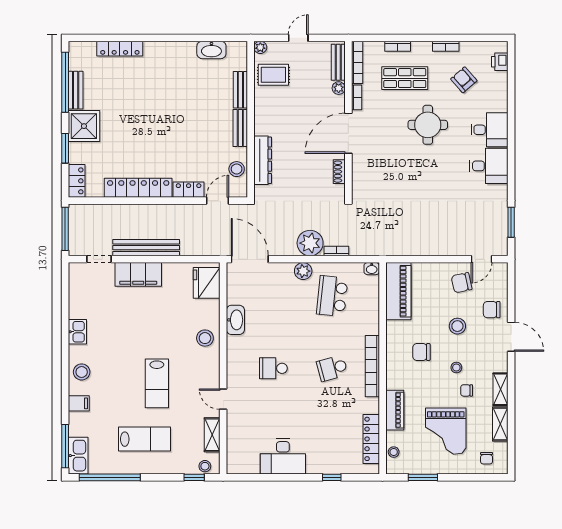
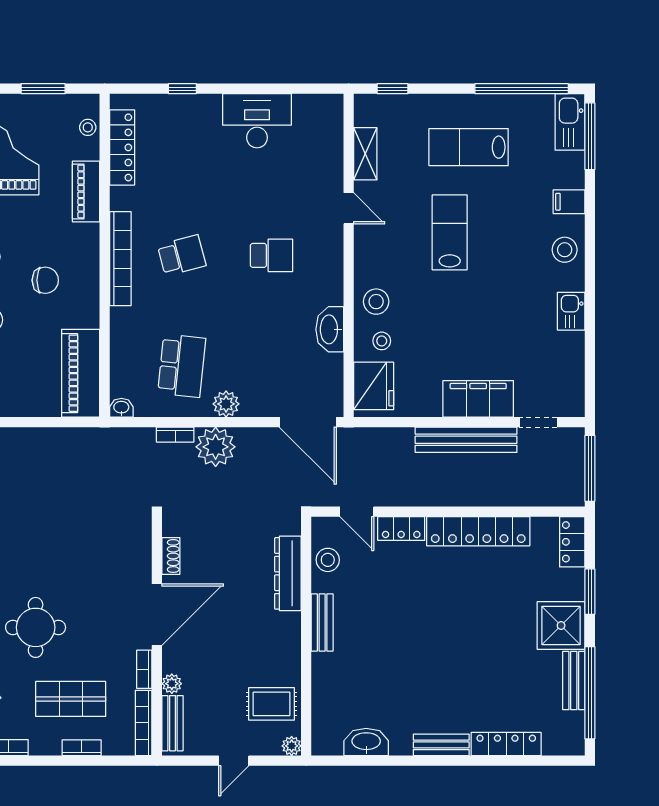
bench: (240, 90) -> (441, 745), moved, turned 90
door: (218, 201) -> (357, 512), hinge flipped
stool: (205, 466) -> (382, 341), moved

